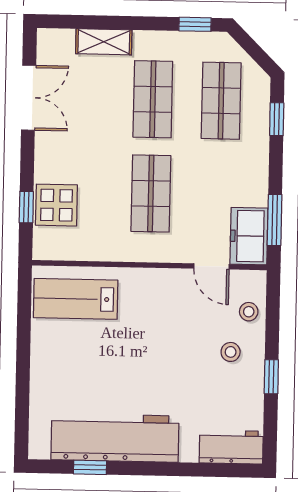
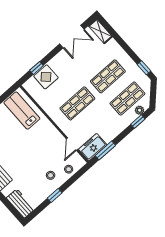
shelving: (104, 42) -> (100, 31), moved
plant: (260, 99) -> (139, 110), added

